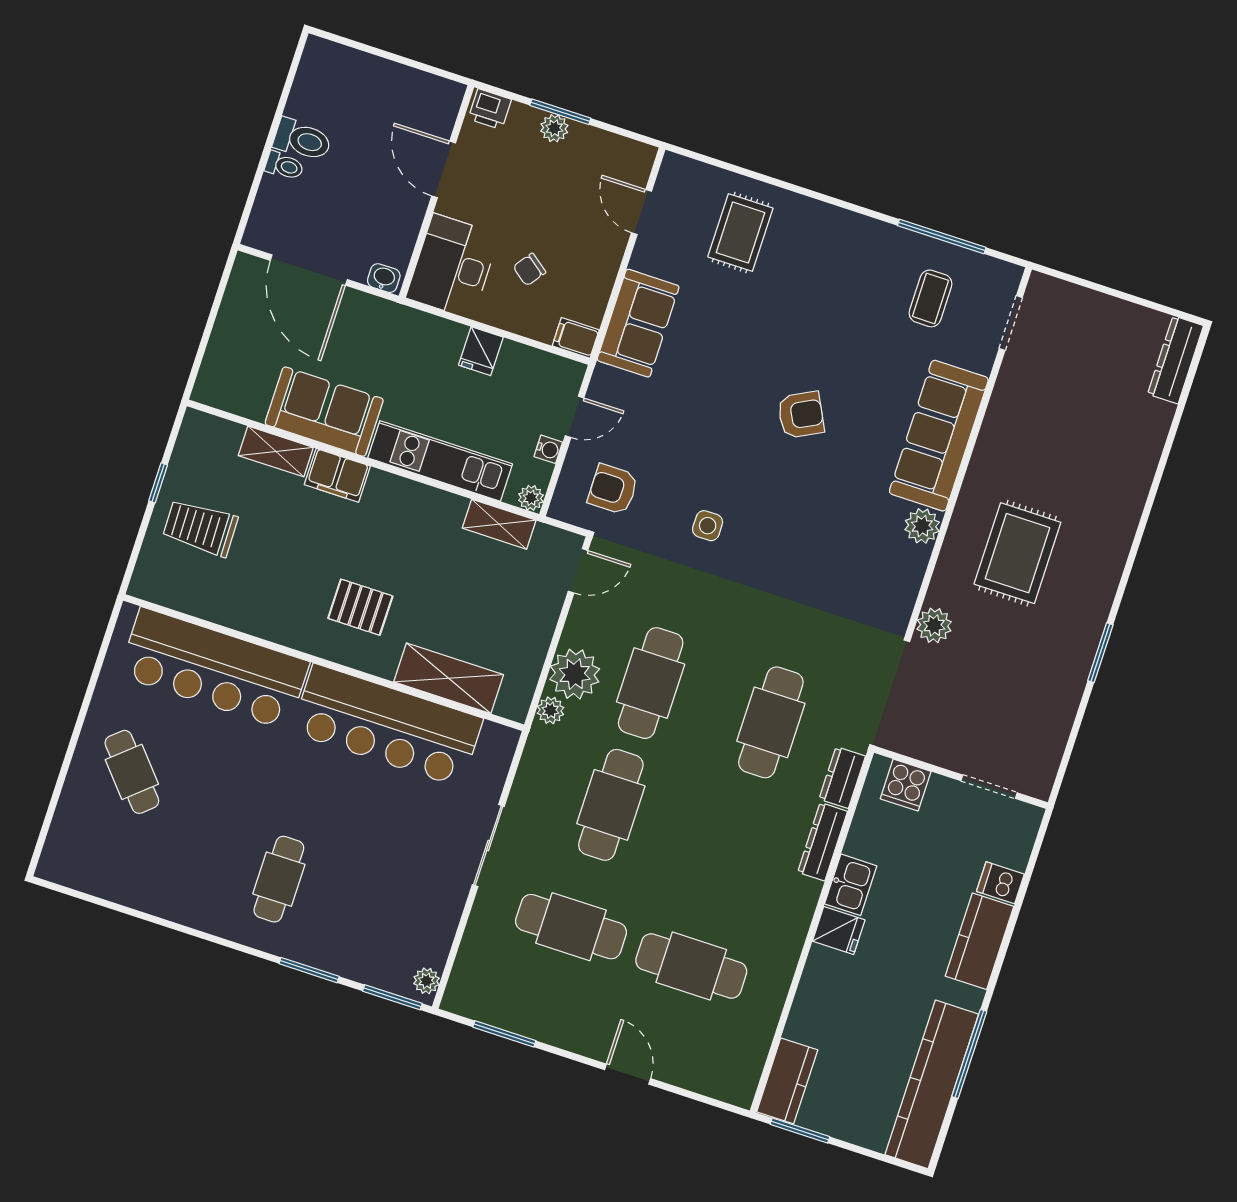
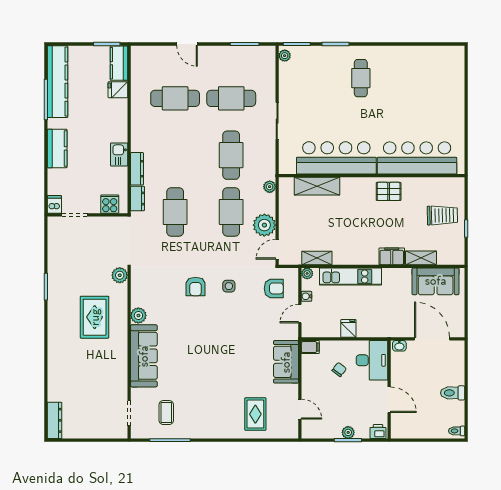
toilet: (284, 166) -> (457, 431), moved
sofa: (324, 412) -> (436, 281), moved
armchair: (801, 415) -> (196, 286), moved, turned -63
pallet: (360, 607) -> (389, 191), moved
plant: (575, 674) -> (264, 225), moved
cafe table: (132, 772) -> (437, 103), removed
dishwasher: (1000, 883) -> (54, 204), moved, turned -90
fridge: (839, 931) -> (118, 90), moved

